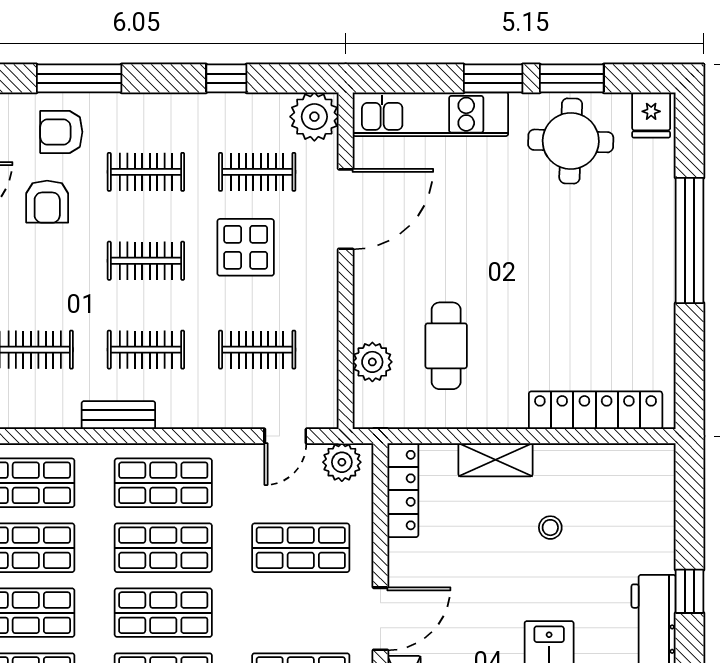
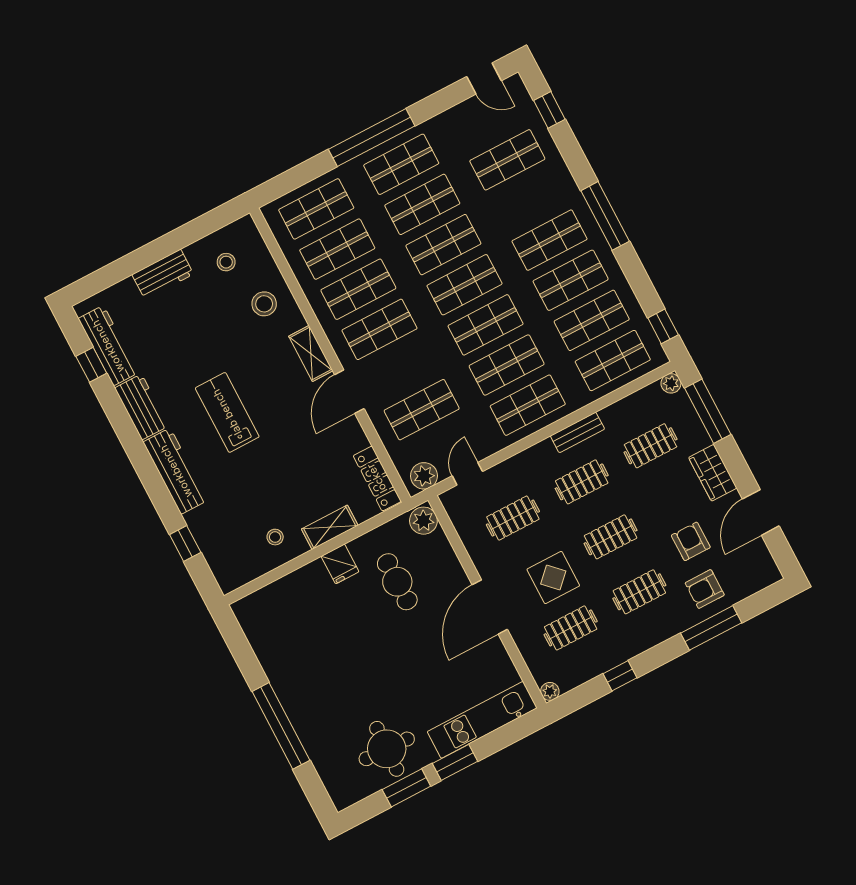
fridge: (651, 115) -> (340, 564), moved, turned 180
plant: (314, 117) -> (550, 691), width x0.53, depth x0.53
armchair: (61, 132) -> (705, 589), turned 180
door: (346, 209) -> (490, 607), moved
plant: (372, 362) -> (423, 521), moved
locker: (596, 410) -> (284, 590), removed
stool: (550, 528) -> (275, 537), moved
window: (690, 591) -> (185, 543), moved

